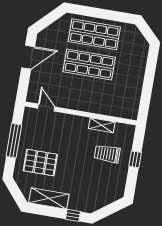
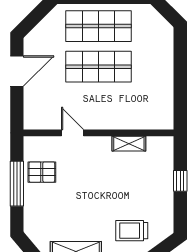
door: (46, 108) -> (72, 133), moved
trolley: (107, 154) -> (132, 231), moved
pallet: (40, 163) -> (42, 172), moved, width x0.67, depth x0.71

